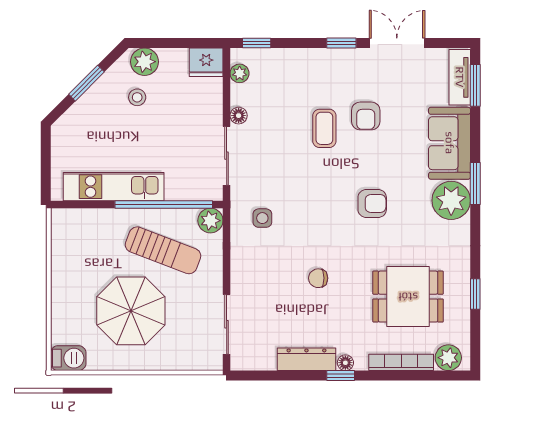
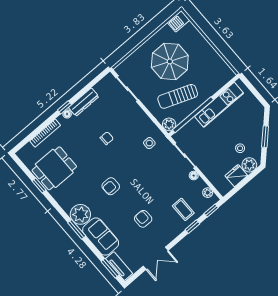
window: (341, 43) -> (192, 227), moved
fridge: (206, 62) -> (236, 176), moved
coffee table: (324, 128) -> (183, 209), moved
dining table: (408, 297) -> (54, 168), moved
plant: (448, 358) -> (28, 151), removed

